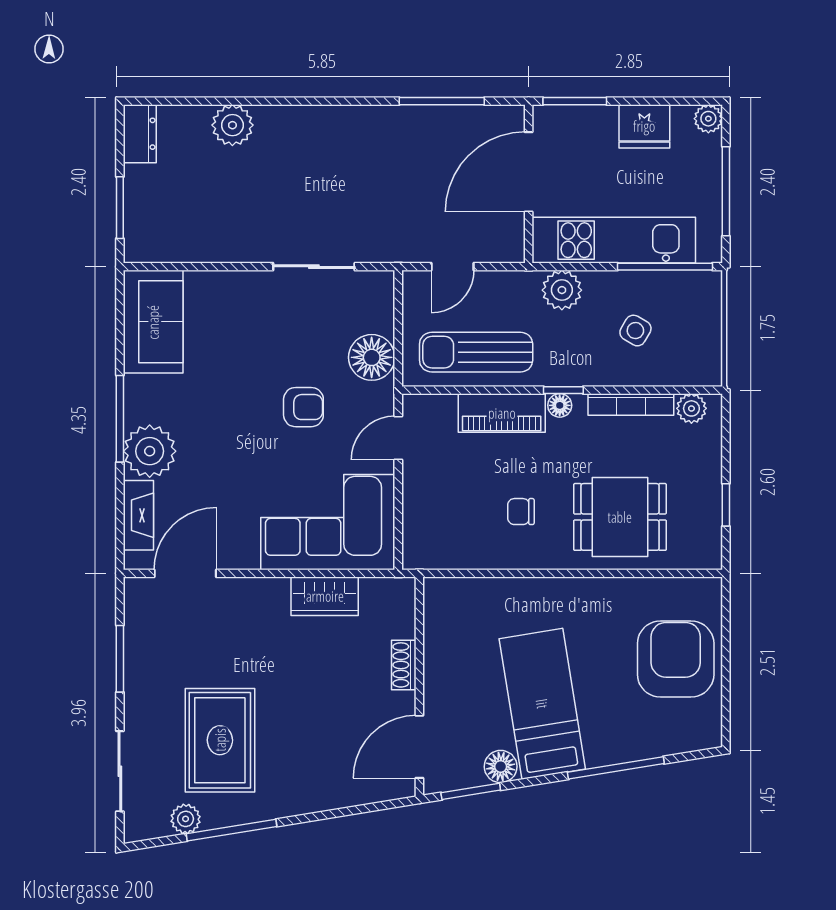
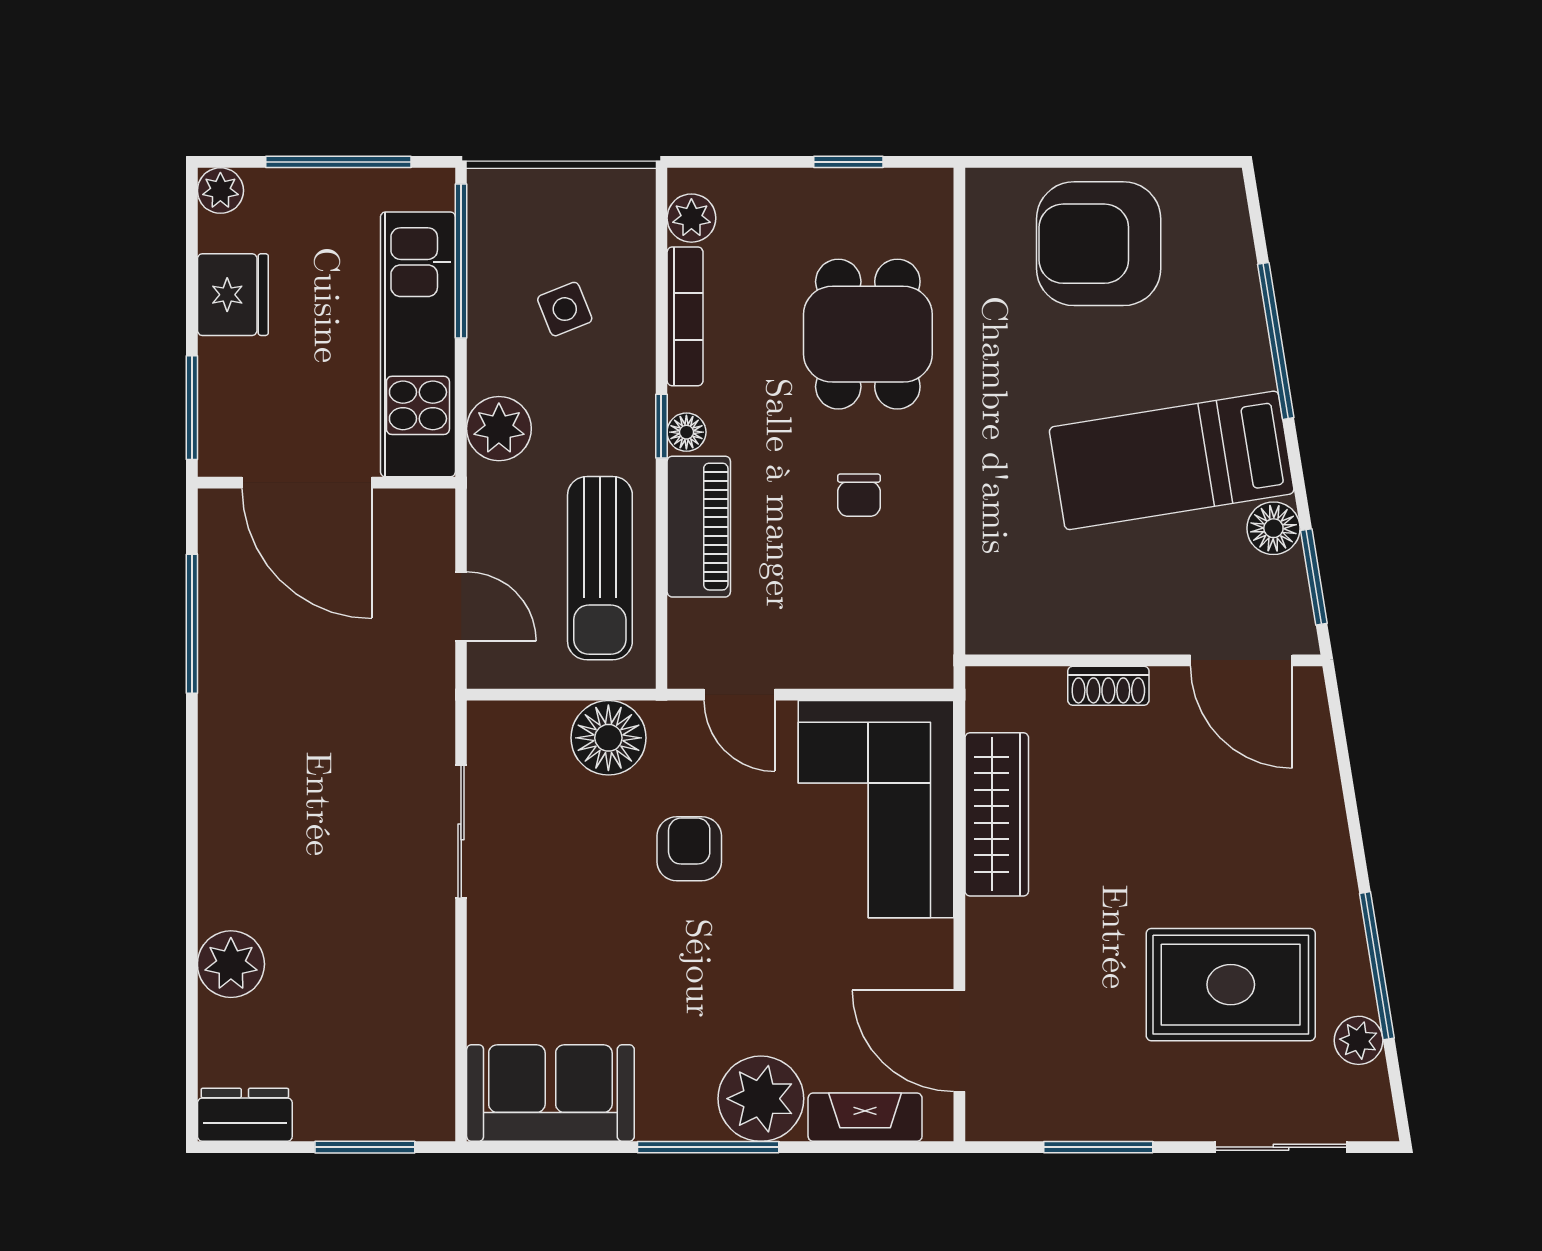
side table: (635, 331) -> (565, 309), turned 38
wardrobe: (325, 596) -> (997, 814), width x1.50

